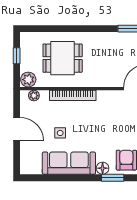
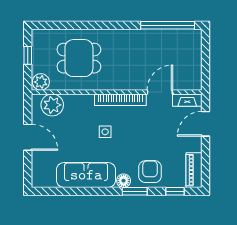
bookcase: (73, 95) -> (120, 100), moved
plant: (34, 96) -> (52, 105), width x1.88, depth x1.88
side table: (60, 133) -> (105, 132), moved

